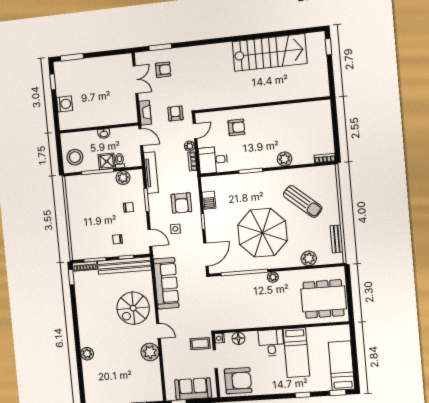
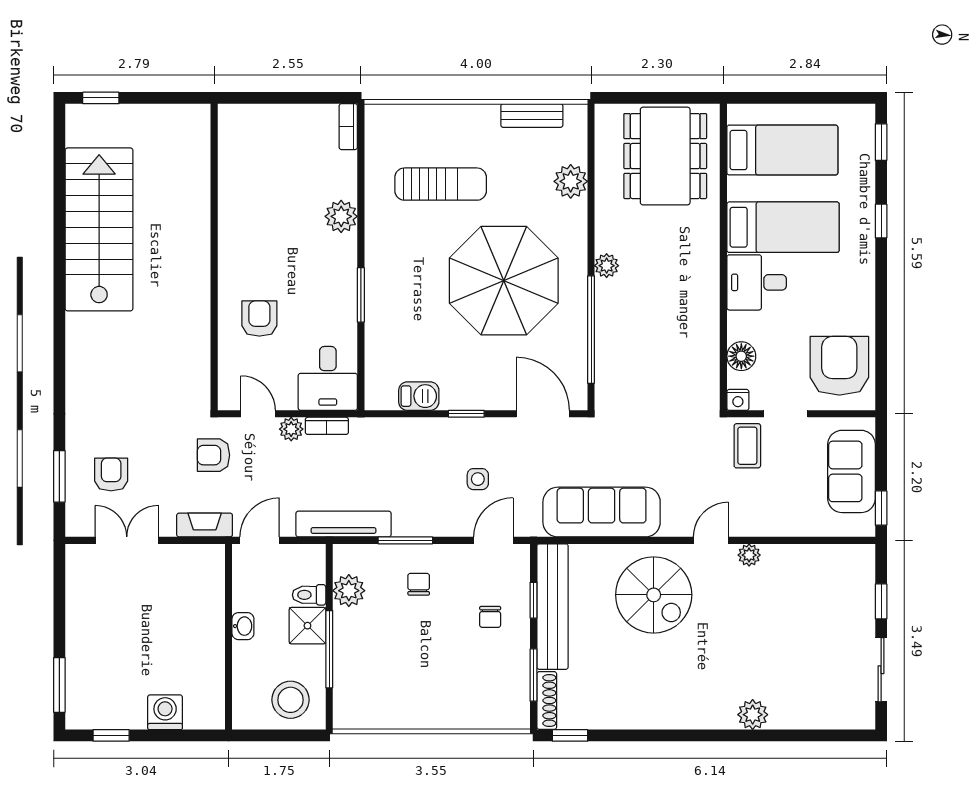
sun lounger: (303, 201) -> (441, 184), turned 49
armchair: (181, 203) -> (420, 460), removed
plant: (150, 352) -> (749, 555), width x0.53, depth x0.53
bed: (341, 366) -> (782, 150), moved, turned 180

